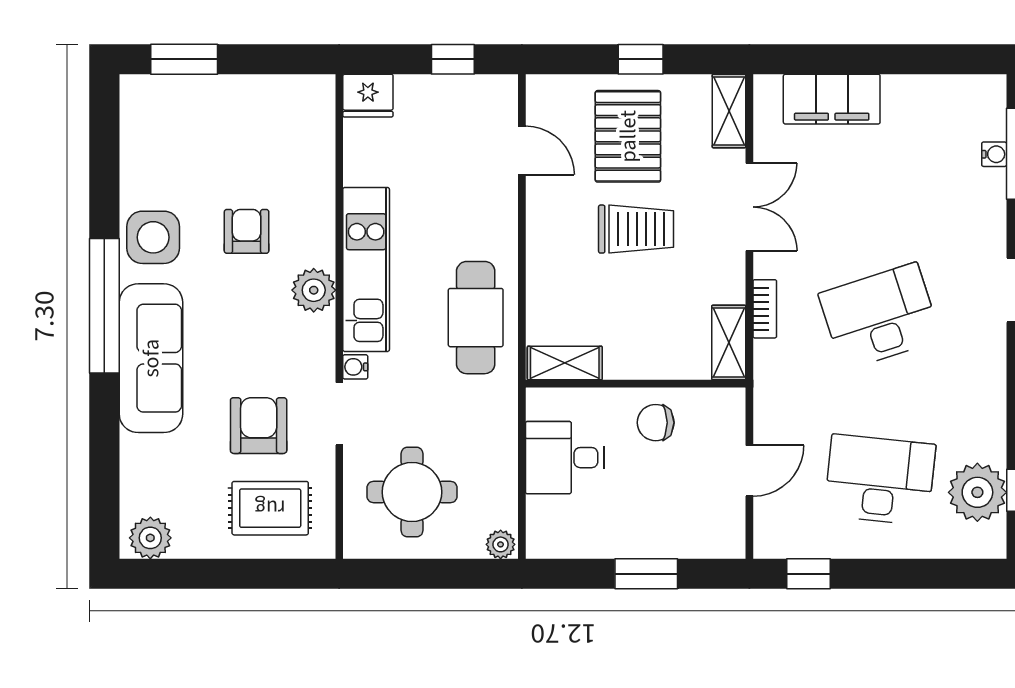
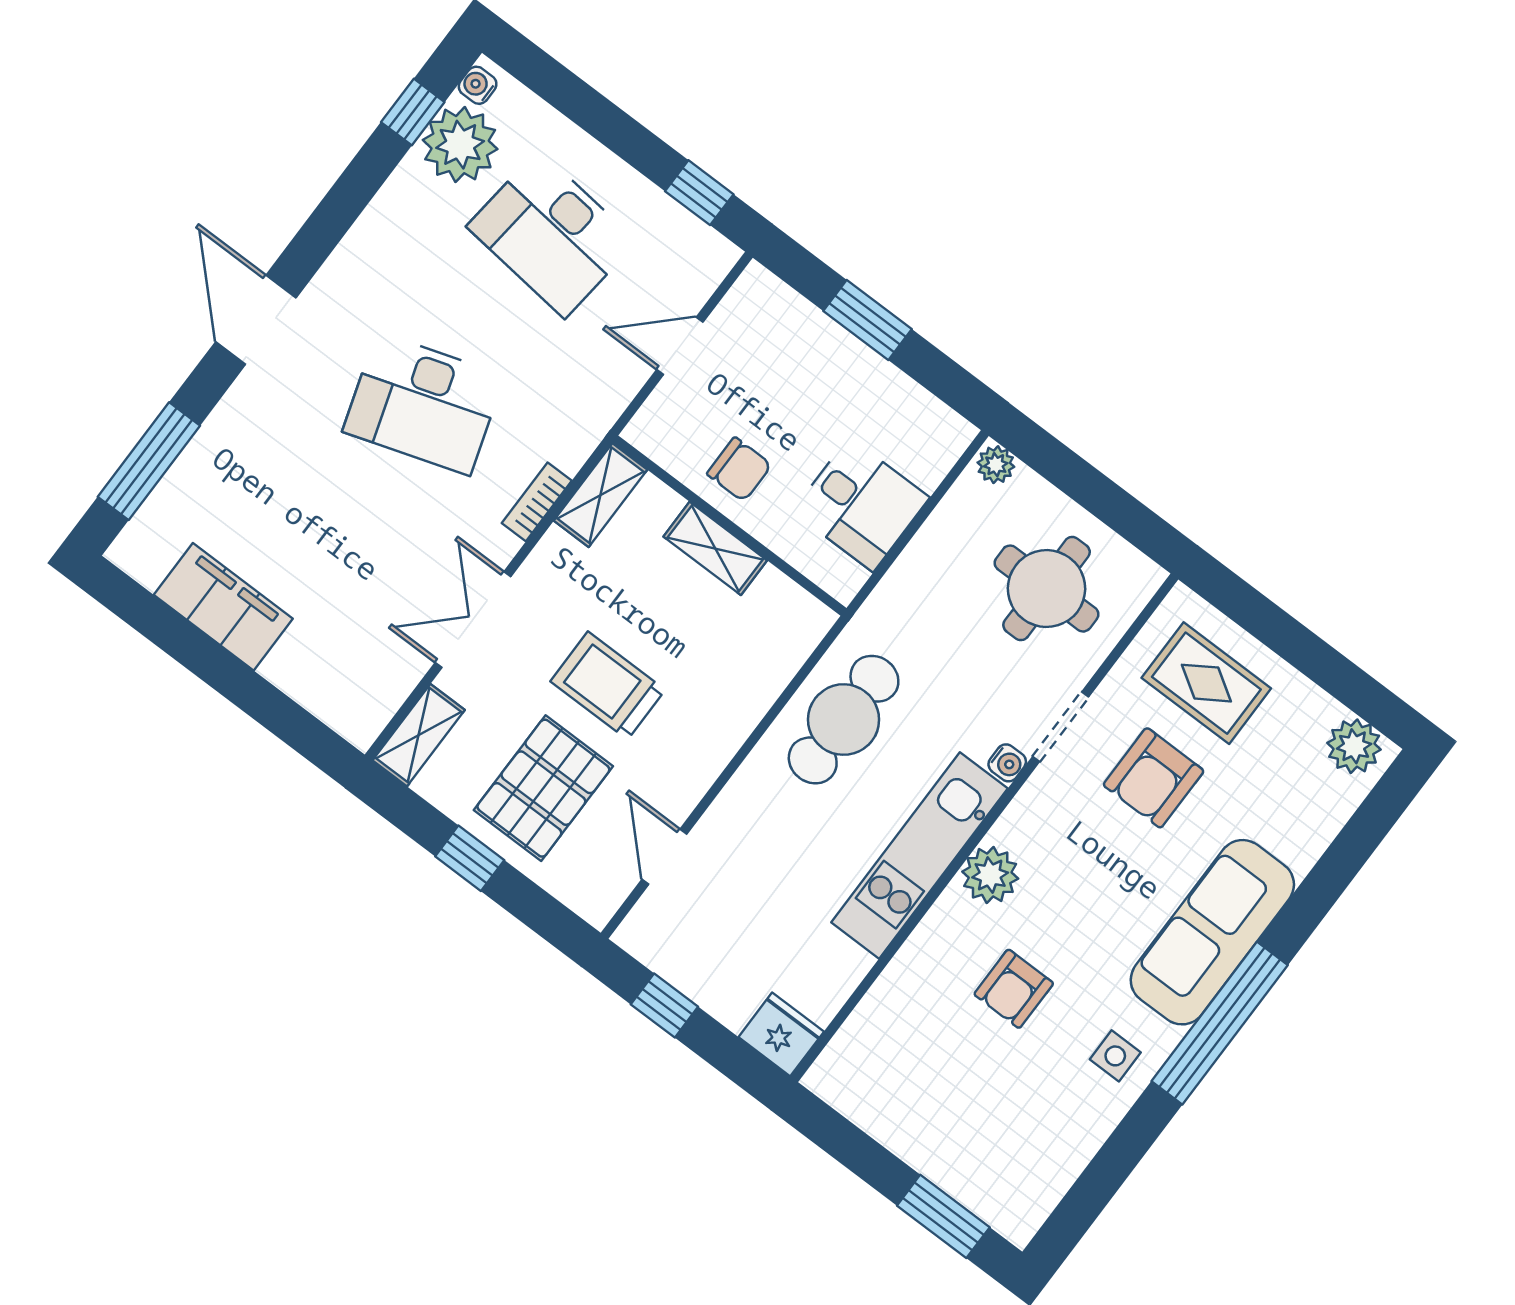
filing cabinet: (832, 99) -> (223, 607), moved
water cooler: (994, 154) -> (478, 85), moved
side table: (153, 237) -> (1115, 1056), width x0.54, depth x0.54
shelving: (565, 363) -> (715, 548), moved

